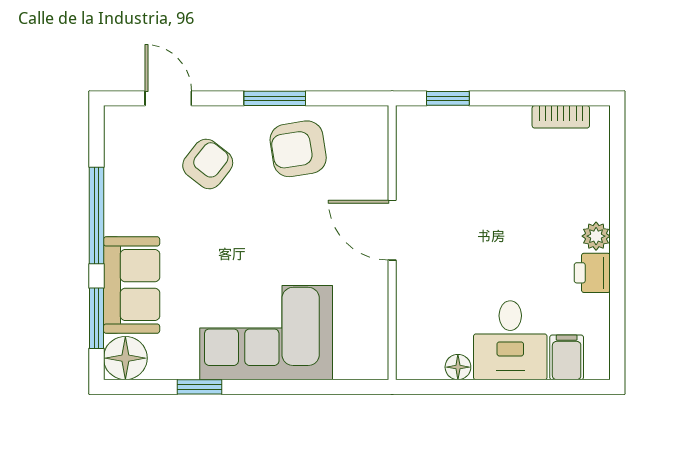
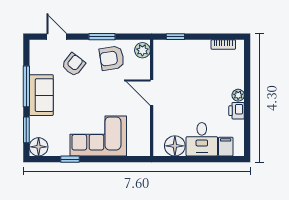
plant: (370, 130) -> (142, 50), added
sofa: (132, 285) -> (41, 95), moved
floor lamp: (458, 367) -> (175, 146), width x1.89, depth x1.89

